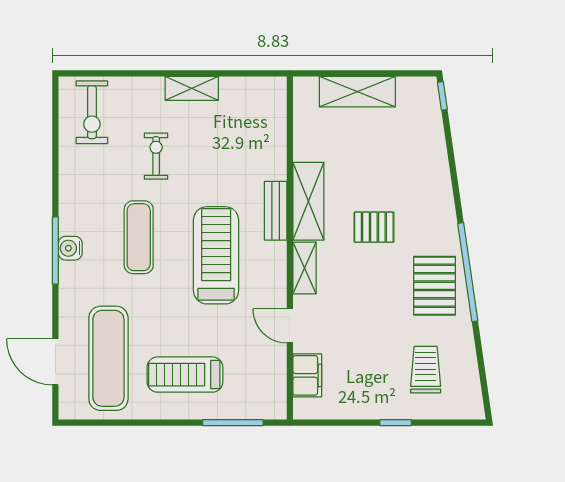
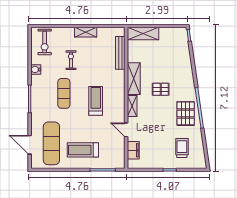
shelving: (357, 92) -> (143, 34), moved
bench: (276, 211) -> (120, 53), moved, width x1.36
water cooler: (70, 248) -> (36, 69), moved
treadmill: (216, 255) -> (96, 101), width x0.73, depth x0.73

